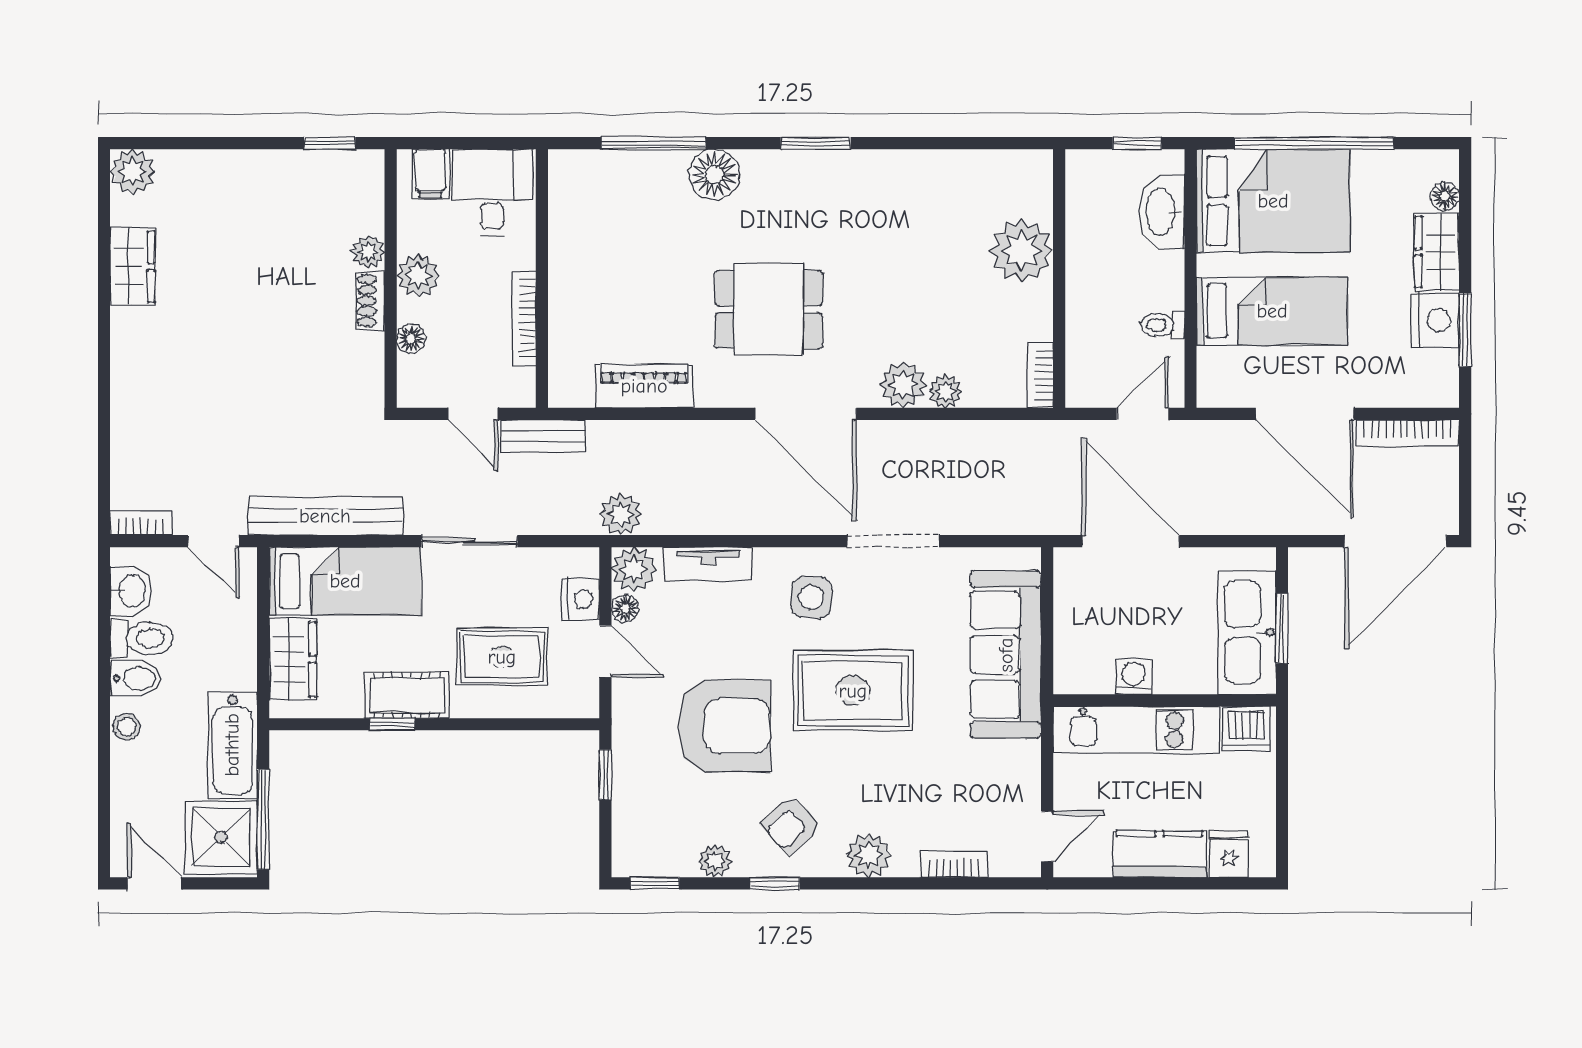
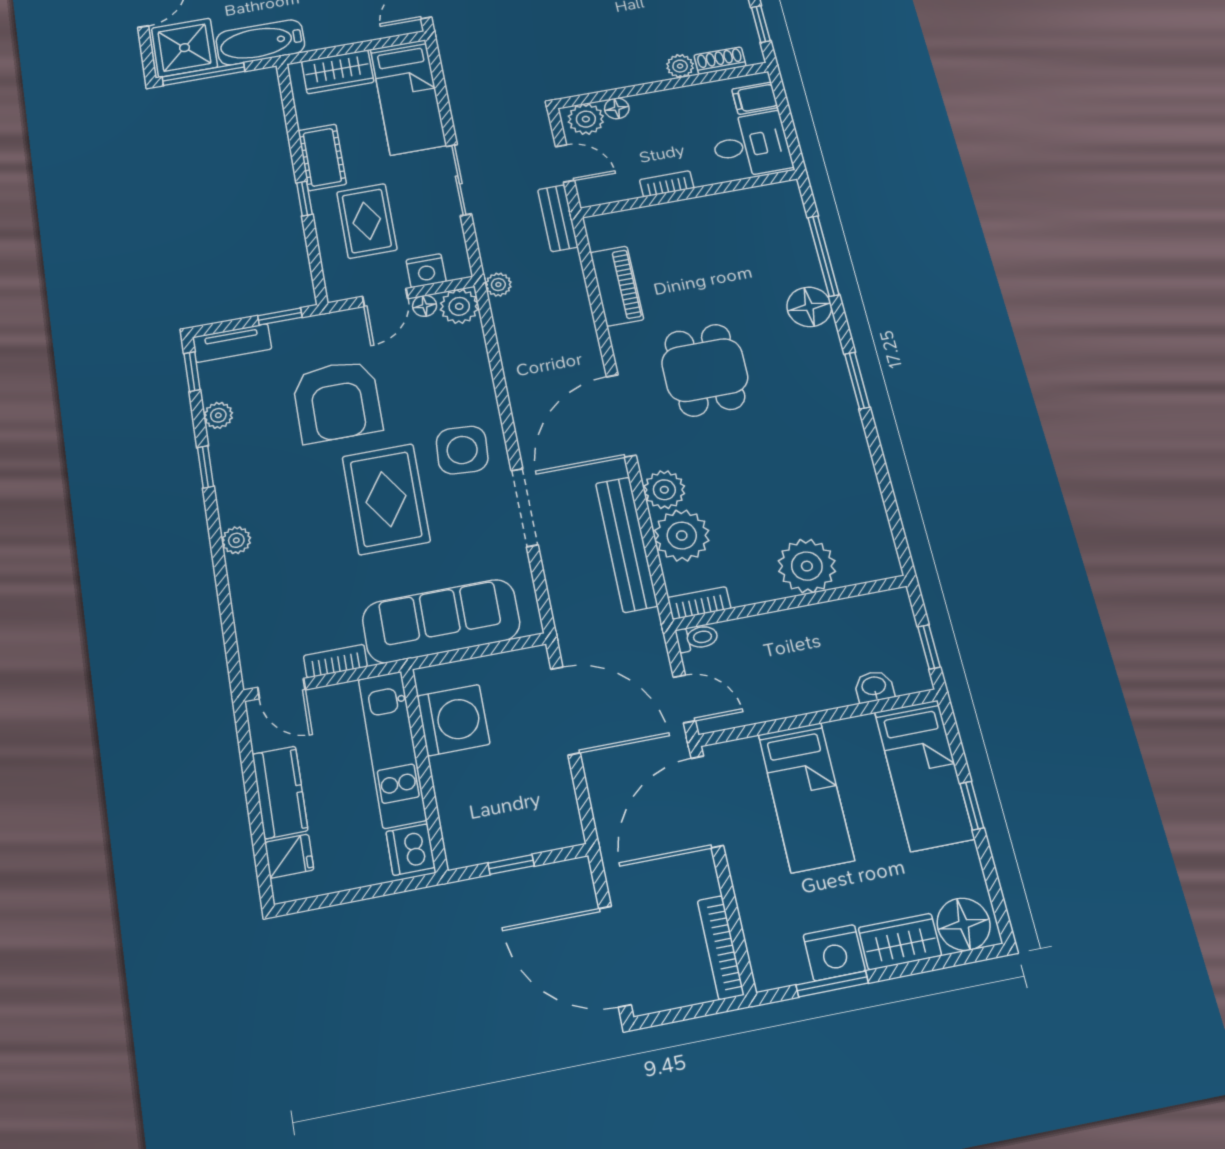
window: (1314, 143) -> (972, 806), width x0.32
floor lamp: (1445, 196) -> (964, 924), width x1.89, depth x1.89
bed: (1273, 201) -> (924, 775), width x0.67
washbasin: (1162, 212) -> (874, 687), width x0.52, depth x0.69
plant: (418, 276) -> (586, 119), moved
shoe rack: (370, 301) -> (720, 61), moved
bookcase: (524, 318) -> (667, 184), width x0.64
toilet: (1163, 325) -> (697, 638), moved, turned 90
plant: (945, 392) -> (682, 535), width x1.87, depth x1.87
door: (473, 414) -> (565, 163), swing flipped
door: (1305, 414) -> (707, 802), moved
plant: (621, 514) -> (498, 285), width x0.73, depth x0.73
bench: (325, 516) -> (626, 544), moved
door: (1131, 541) -> (565, 711), hinge flipped
tv unit: (708, 564) -> (232, 343), moved, turned -90
side table: (811, 597) -> (462, 450), width x1.37, depth x1.37
window: (1282, 628) -> (511, 864), width x0.67
kitchen sink: (1247, 632) -> (501, 832), removed
washing machine: (1134, 676) -> (453, 720), width x1.89, depth x1.89
window: (392, 724) -> (304, 199), moved
armchair: (791, 825) -> (259, 471), removed
plant: (869, 855) -> (236, 540), width x0.73, depth x0.73
bookcase: (954, 864) -> (335, 661), moved, turned -90

